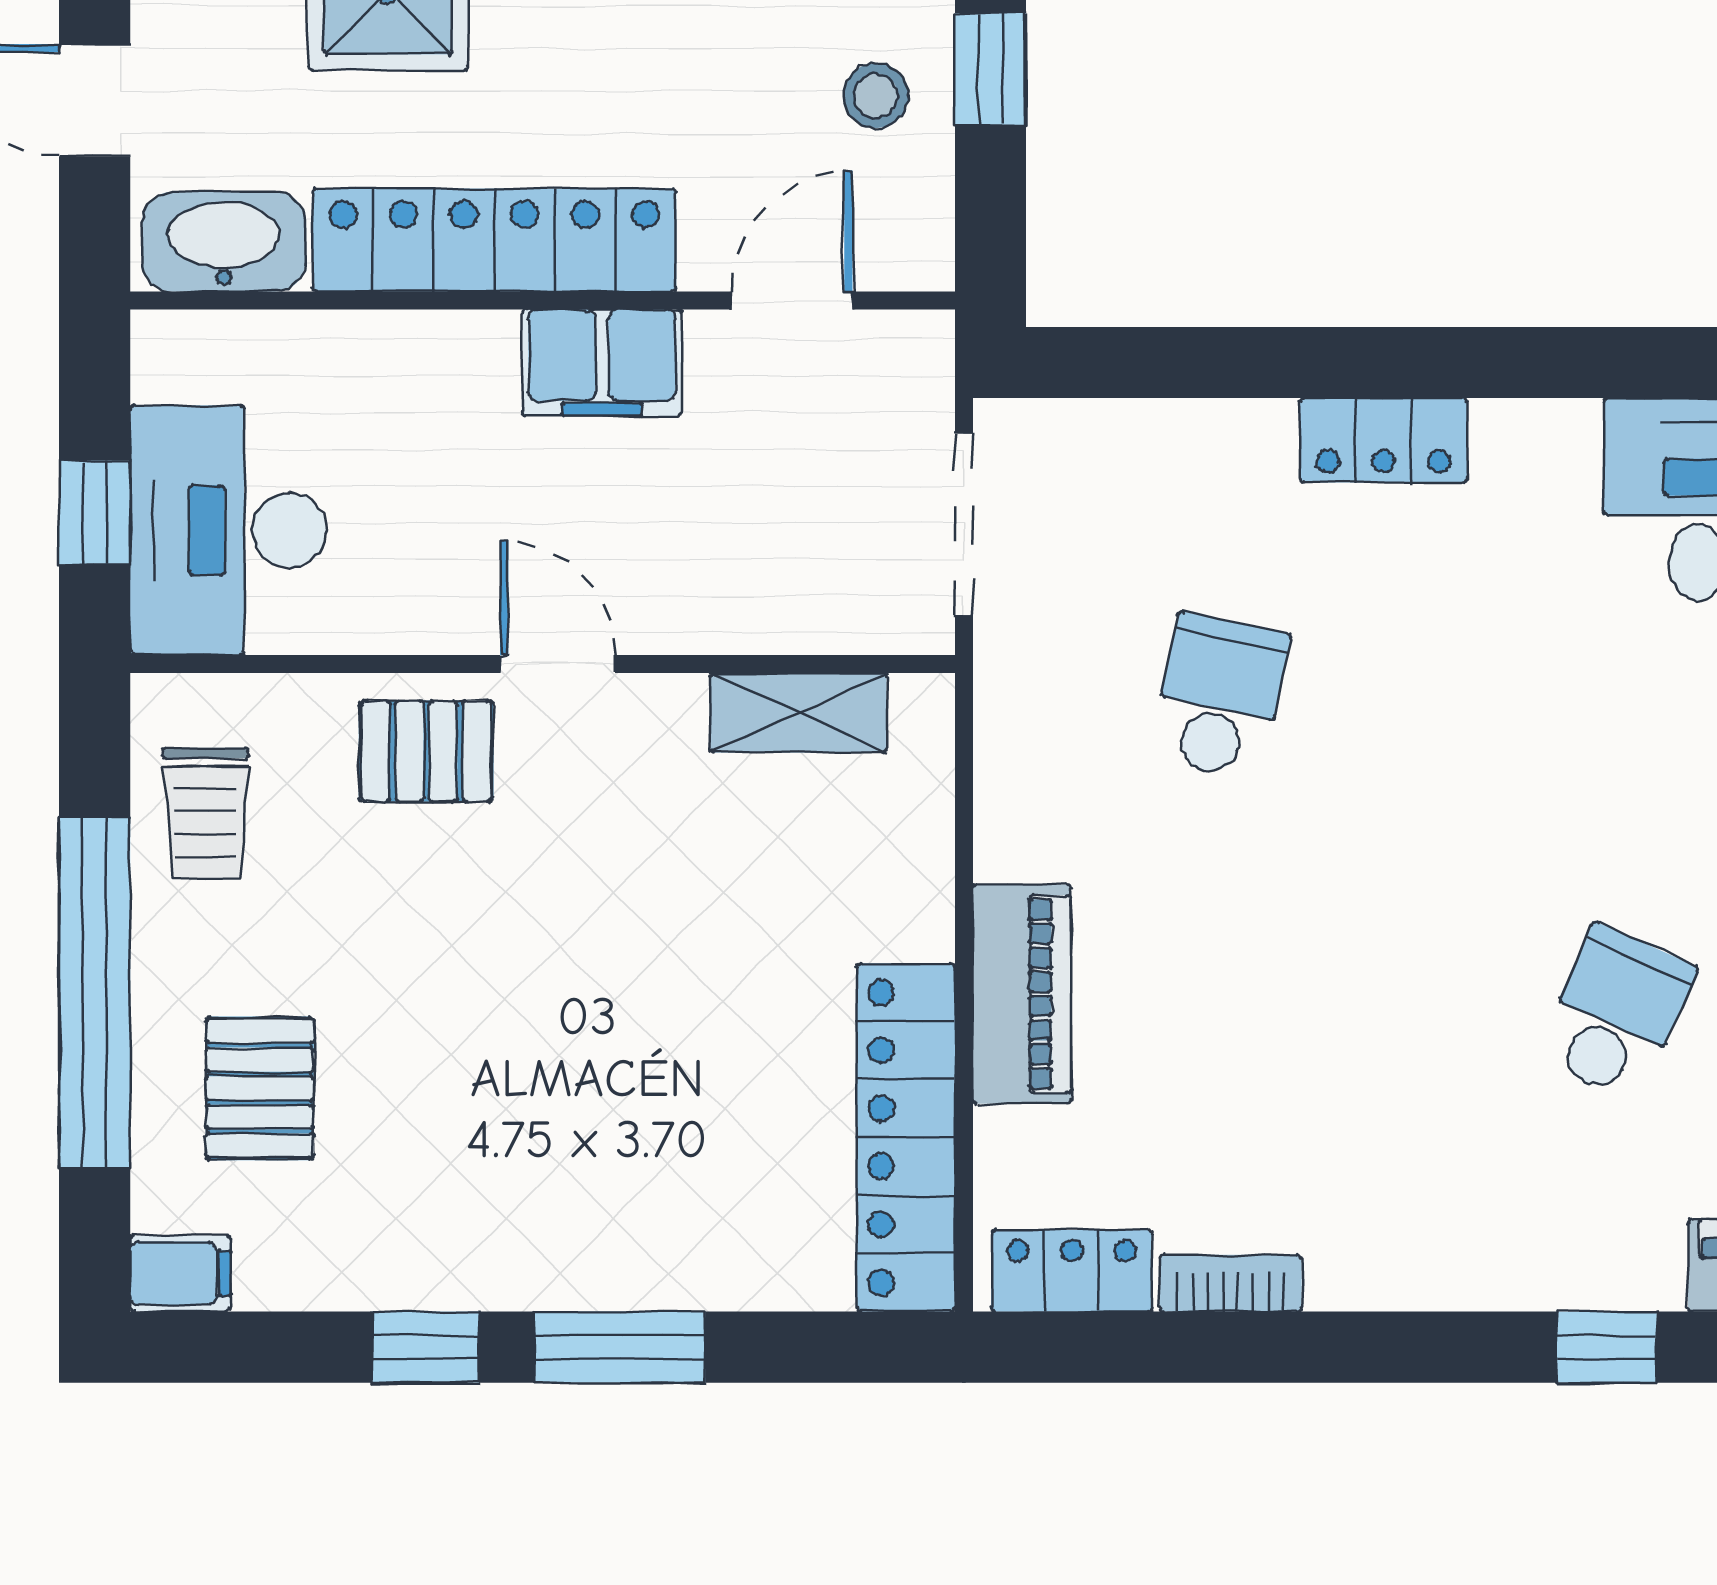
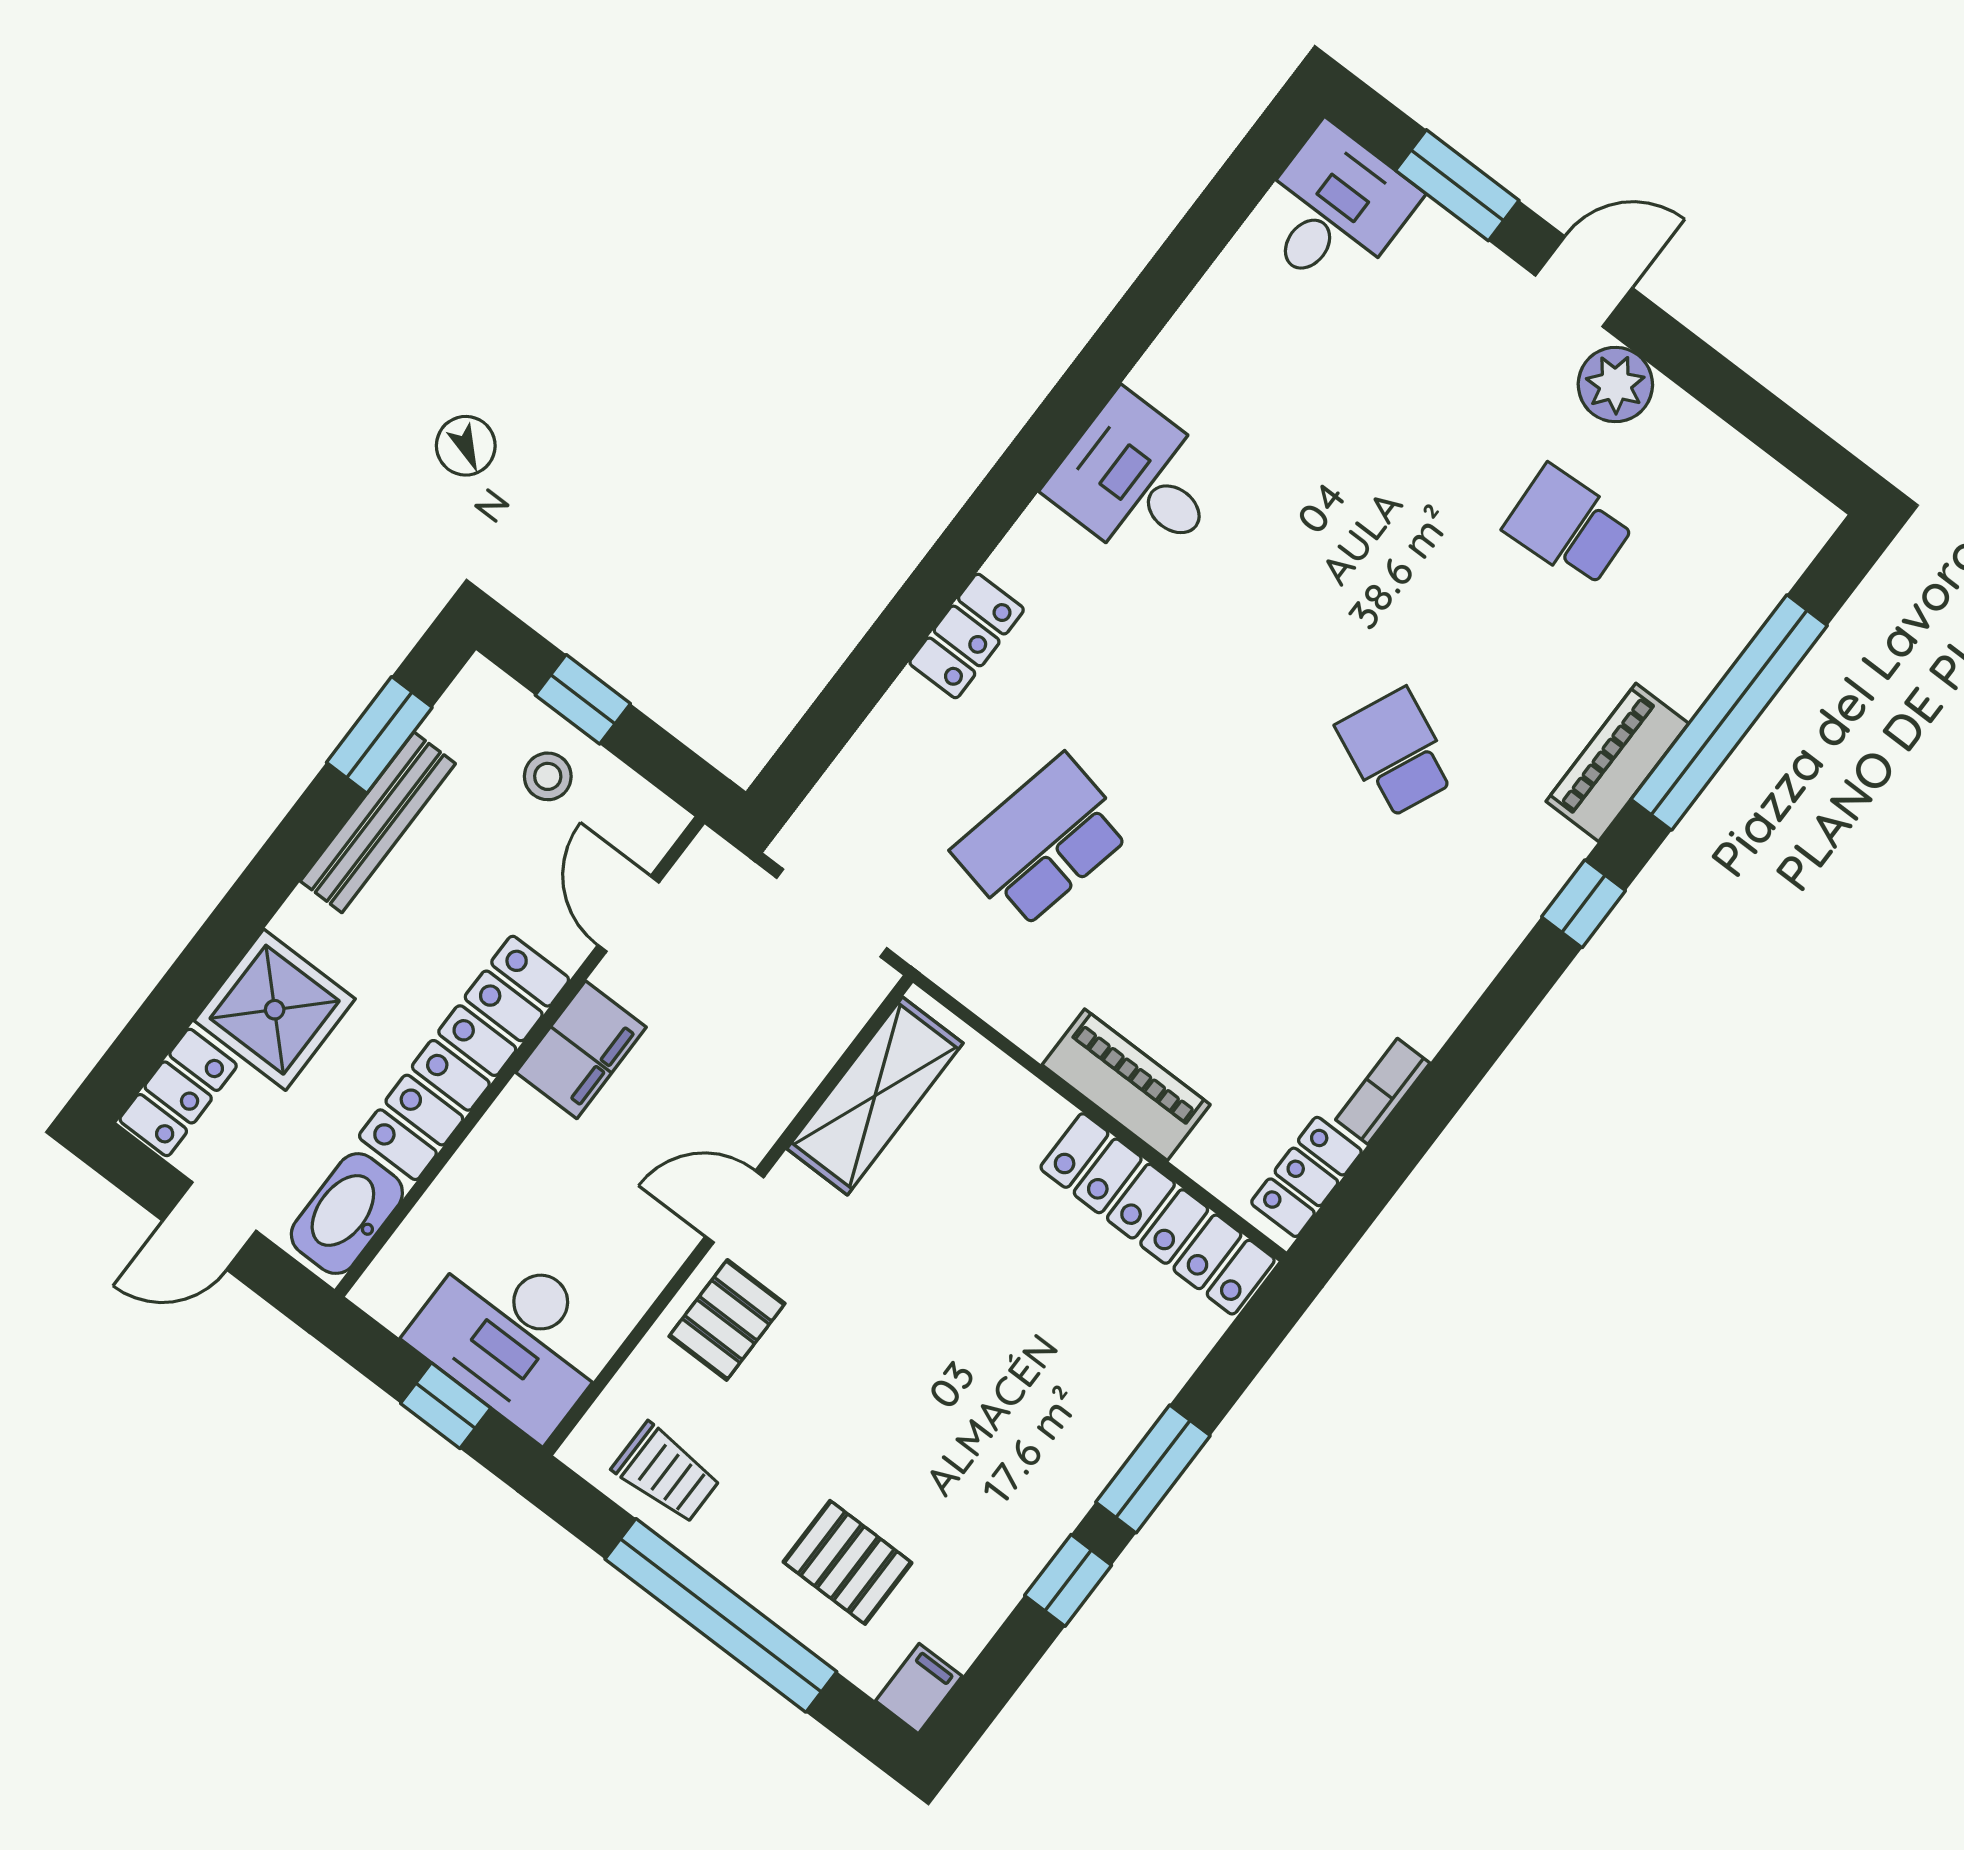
school desk: (1220, 696) -> (1042, 841), width x1.85
shelving: (798, 713) -> (875, 1096), width x1.50, depth x1.33

